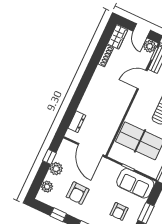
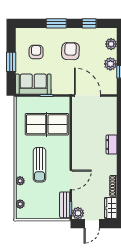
door: (142, 31) -> (92, 224), swing flipped
dresser: (77, 122) -> (112, 144), moved
armchair: (78, 193) -> (70, 51), moved

